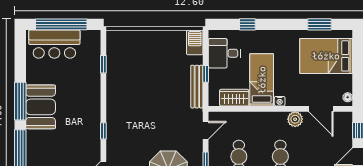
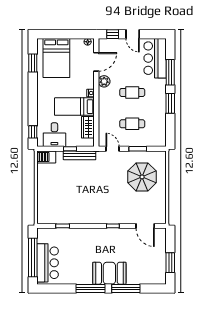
window: (247, 24) -> (33, 132), moved
booth: (41, 107) -> (109, 273), moved

